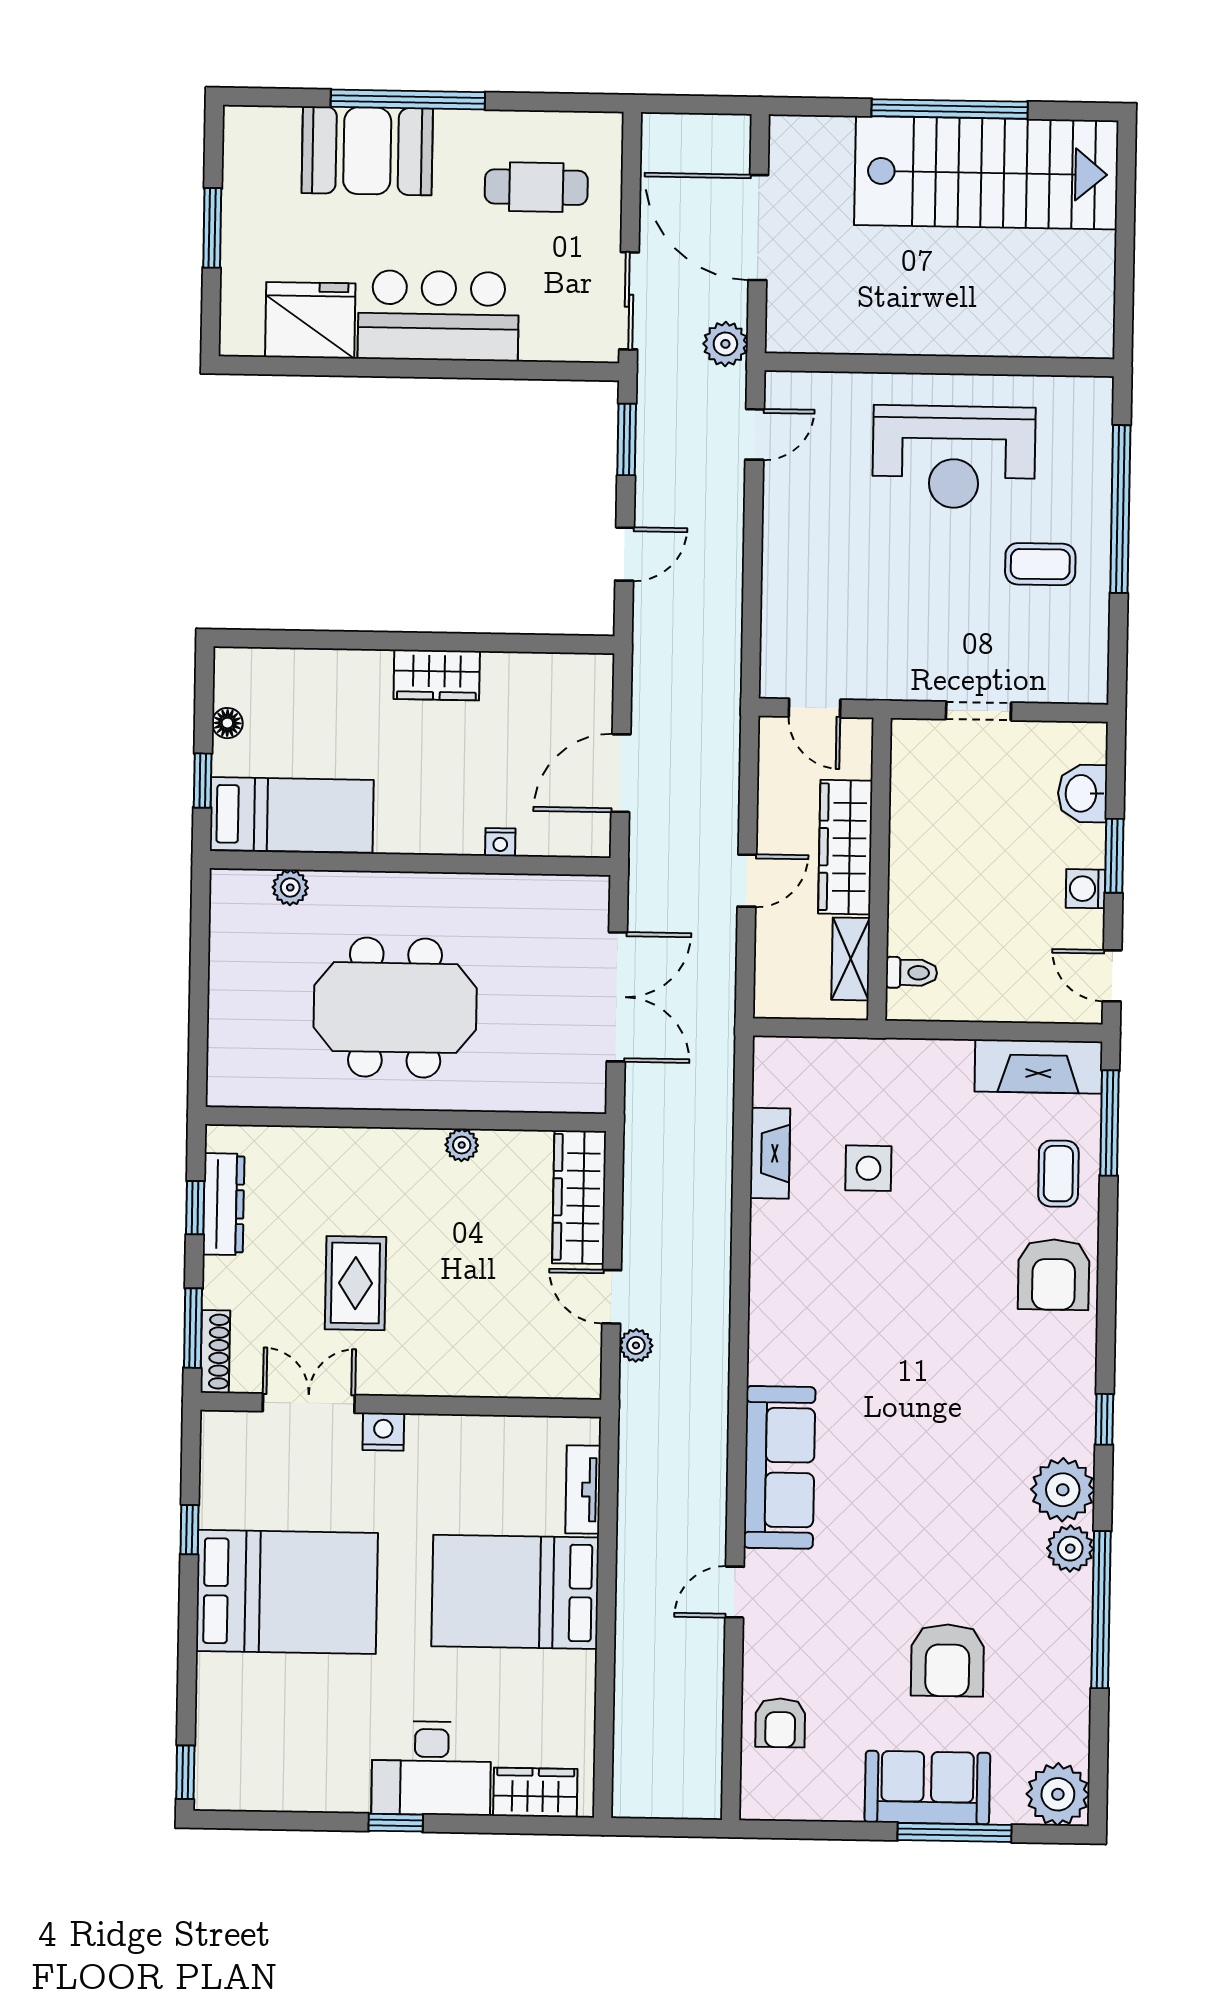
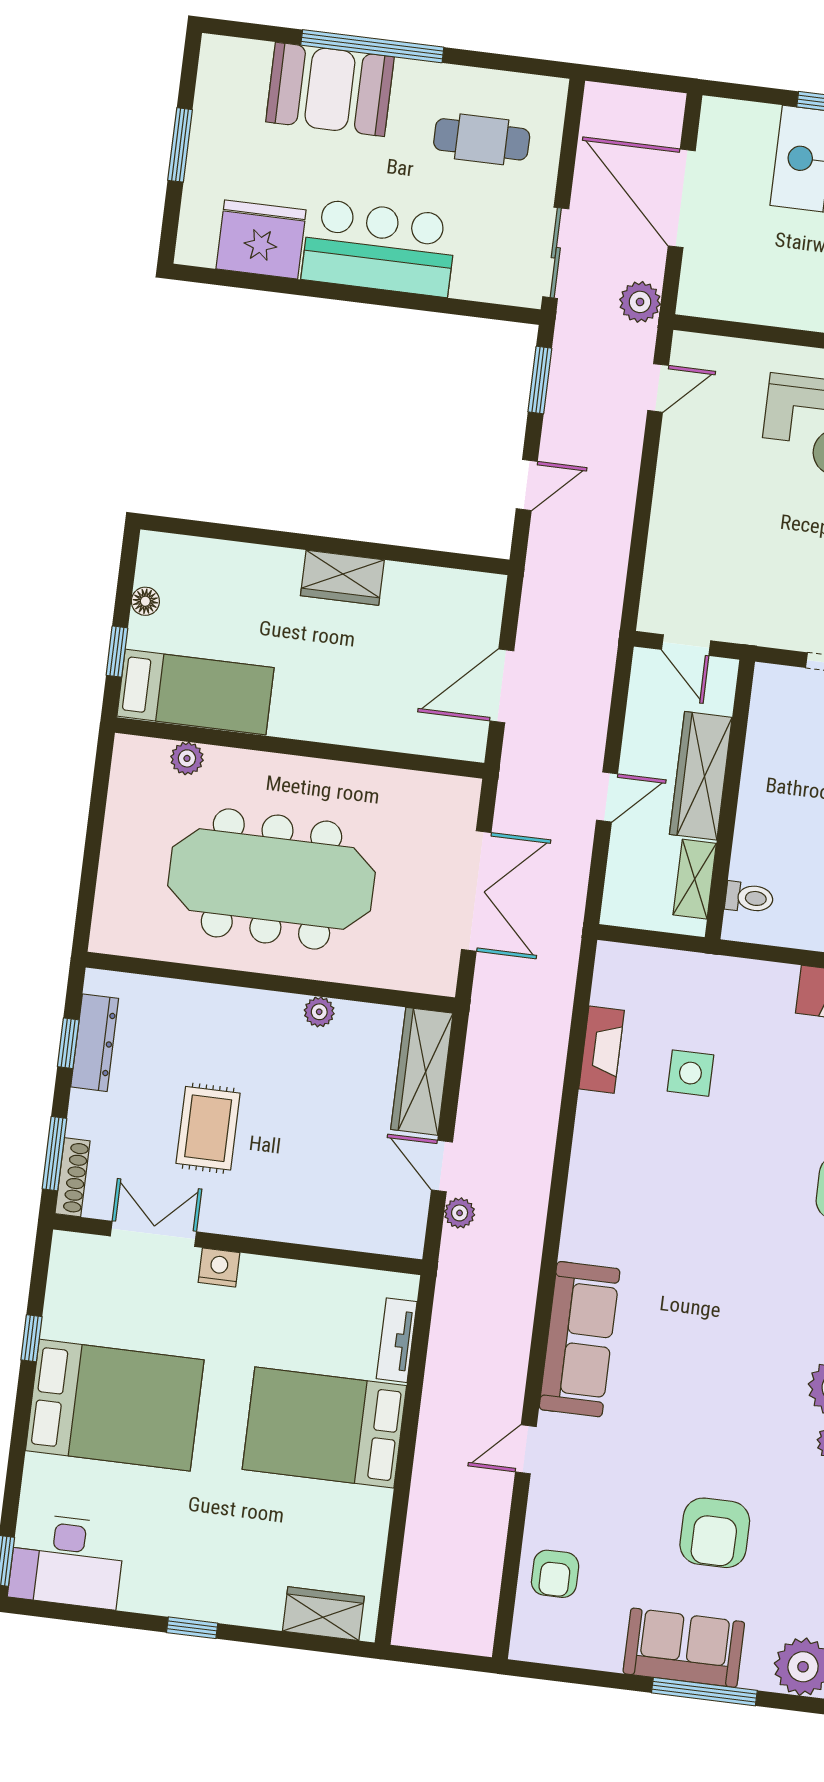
nightstand: (500, 842) -> (384, 737), removed
meeting table: (395, 1008) -> (271, 879), width x1.36
desk: (431, 1768) -> (67, 1561), moved

